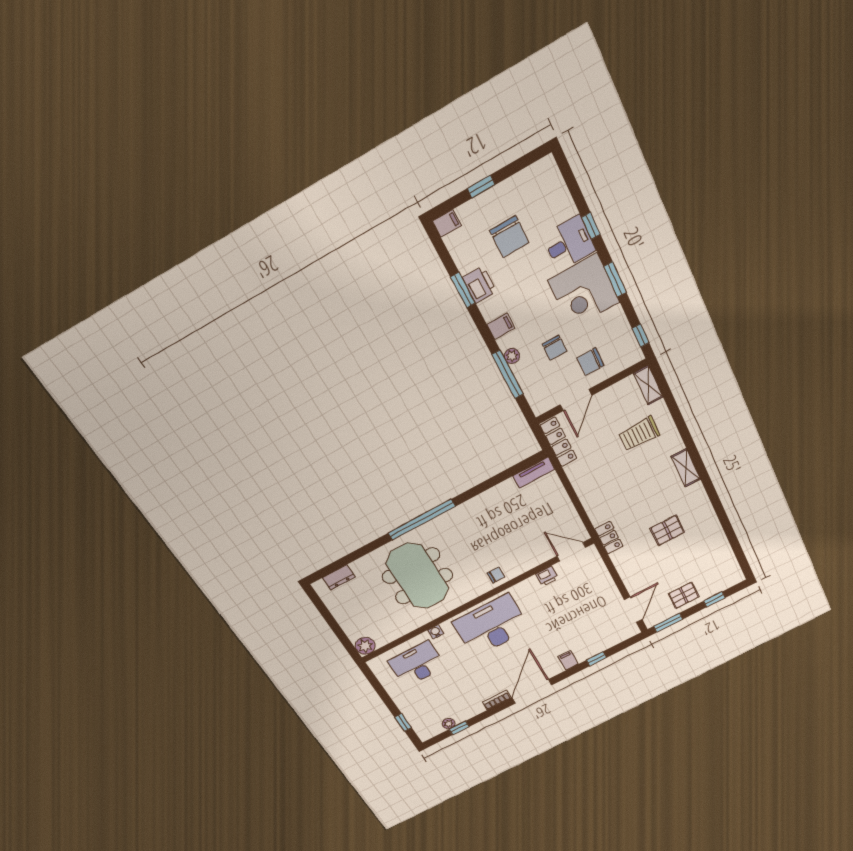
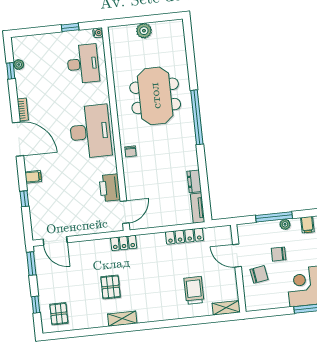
window: (641, 335) -> (263, 313), removed
chair: (591, 362) -> (259, 274), turned 81
locker: (558, 442) -> (185, 236), moved
shelving: (686, 468) -> (122, 319), moved
meeting table: (418, 576) -> (155, 96), turned 90
printer: (547, 576) -> (110, 188), width x1.87, depth x1.48
dresser: (339, 577) -> (194, 181), moved
pallet: (684, 595) -> (59, 314), moved
water cooler: (436, 632) -> (98, 33), moved
plant: (365, 646) -> (144, 31), moved
window: (403, 722) -> (70, 27), moved

